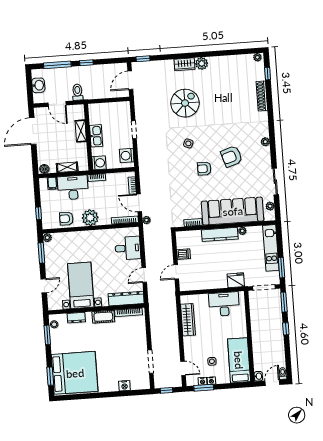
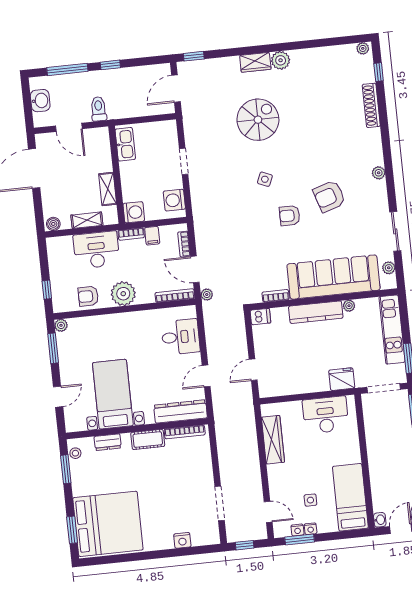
shelving: (81, 131) -> (108, 189), moved
kitchen sink: (96, 136) -> (125, 144), moved
filing cabinet: (52, 183) -> (152, 236), moved
dishwasher: (184, 254) -> (260, 317), moved

